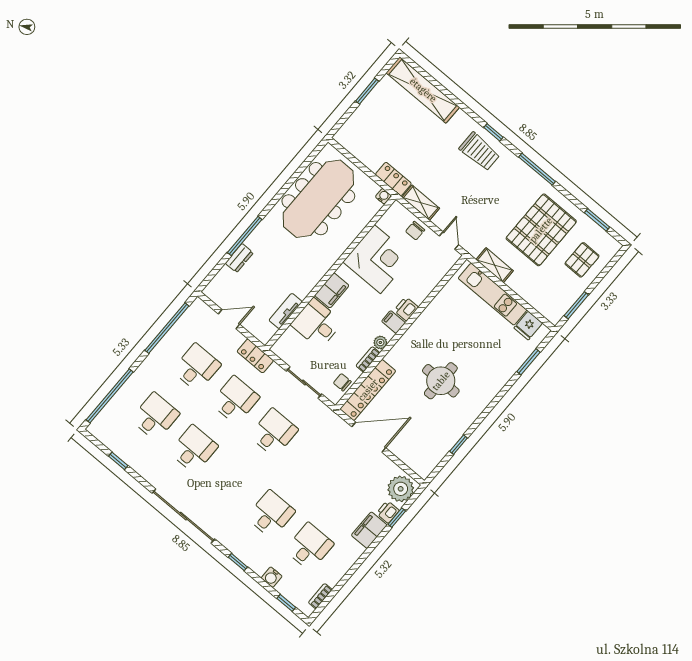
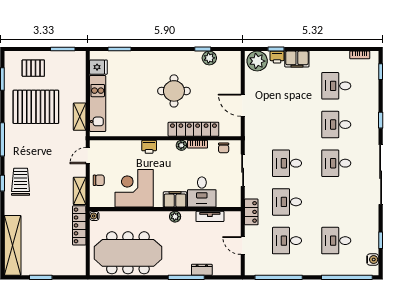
locker: (393, 179) -> (79, 225), width x1.53
plant: (315, 276) -> (175, 217), added
filing cabinet: (393, 322) -> (163, 148), removed
locker: (368, 390) -> (193, 129), moved
door: (369, 437) -> (243, 105), width x0.73
plant: (444, 444) -> (209, 58), added
desk: (194, 449) -> (336, 163), moved
water cooler: (272, 577) -> (373, 260), moved

